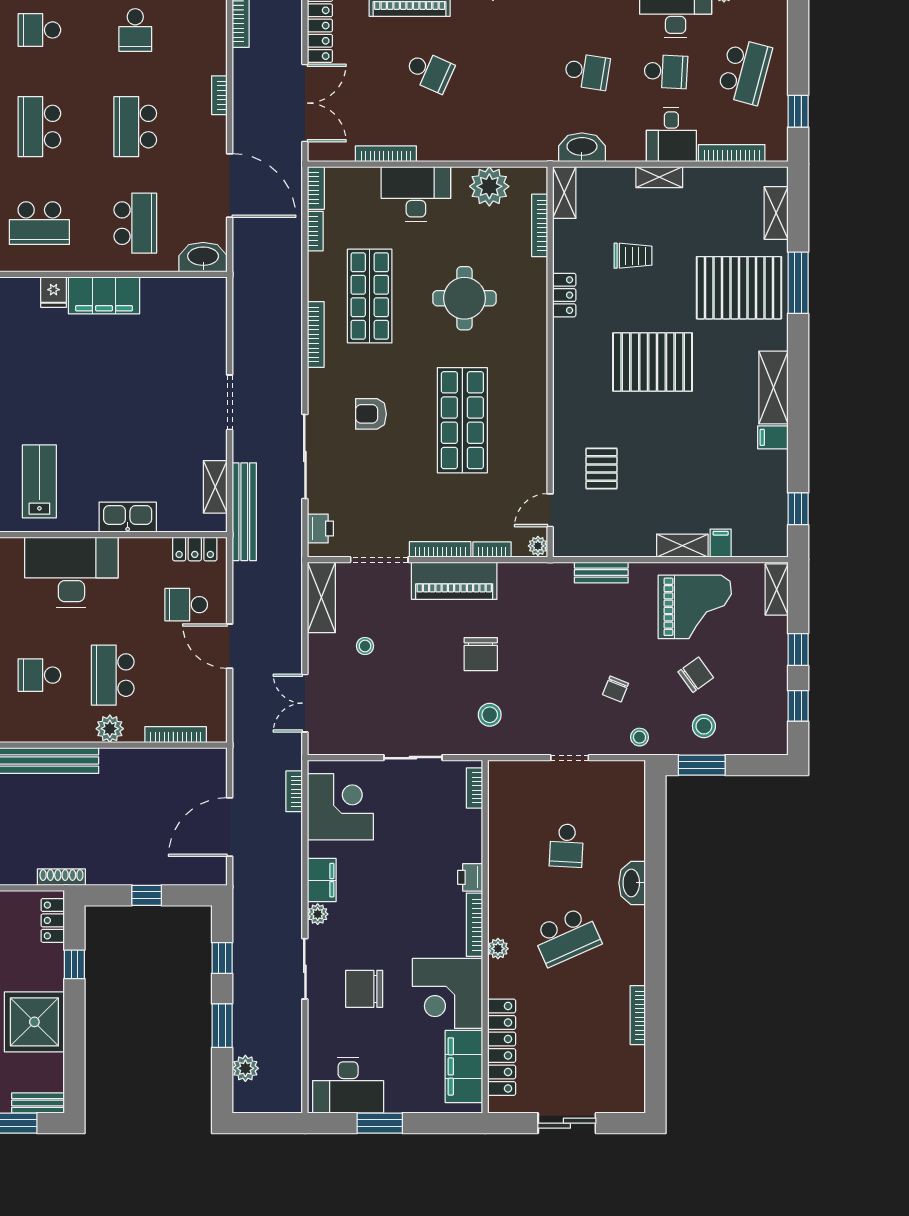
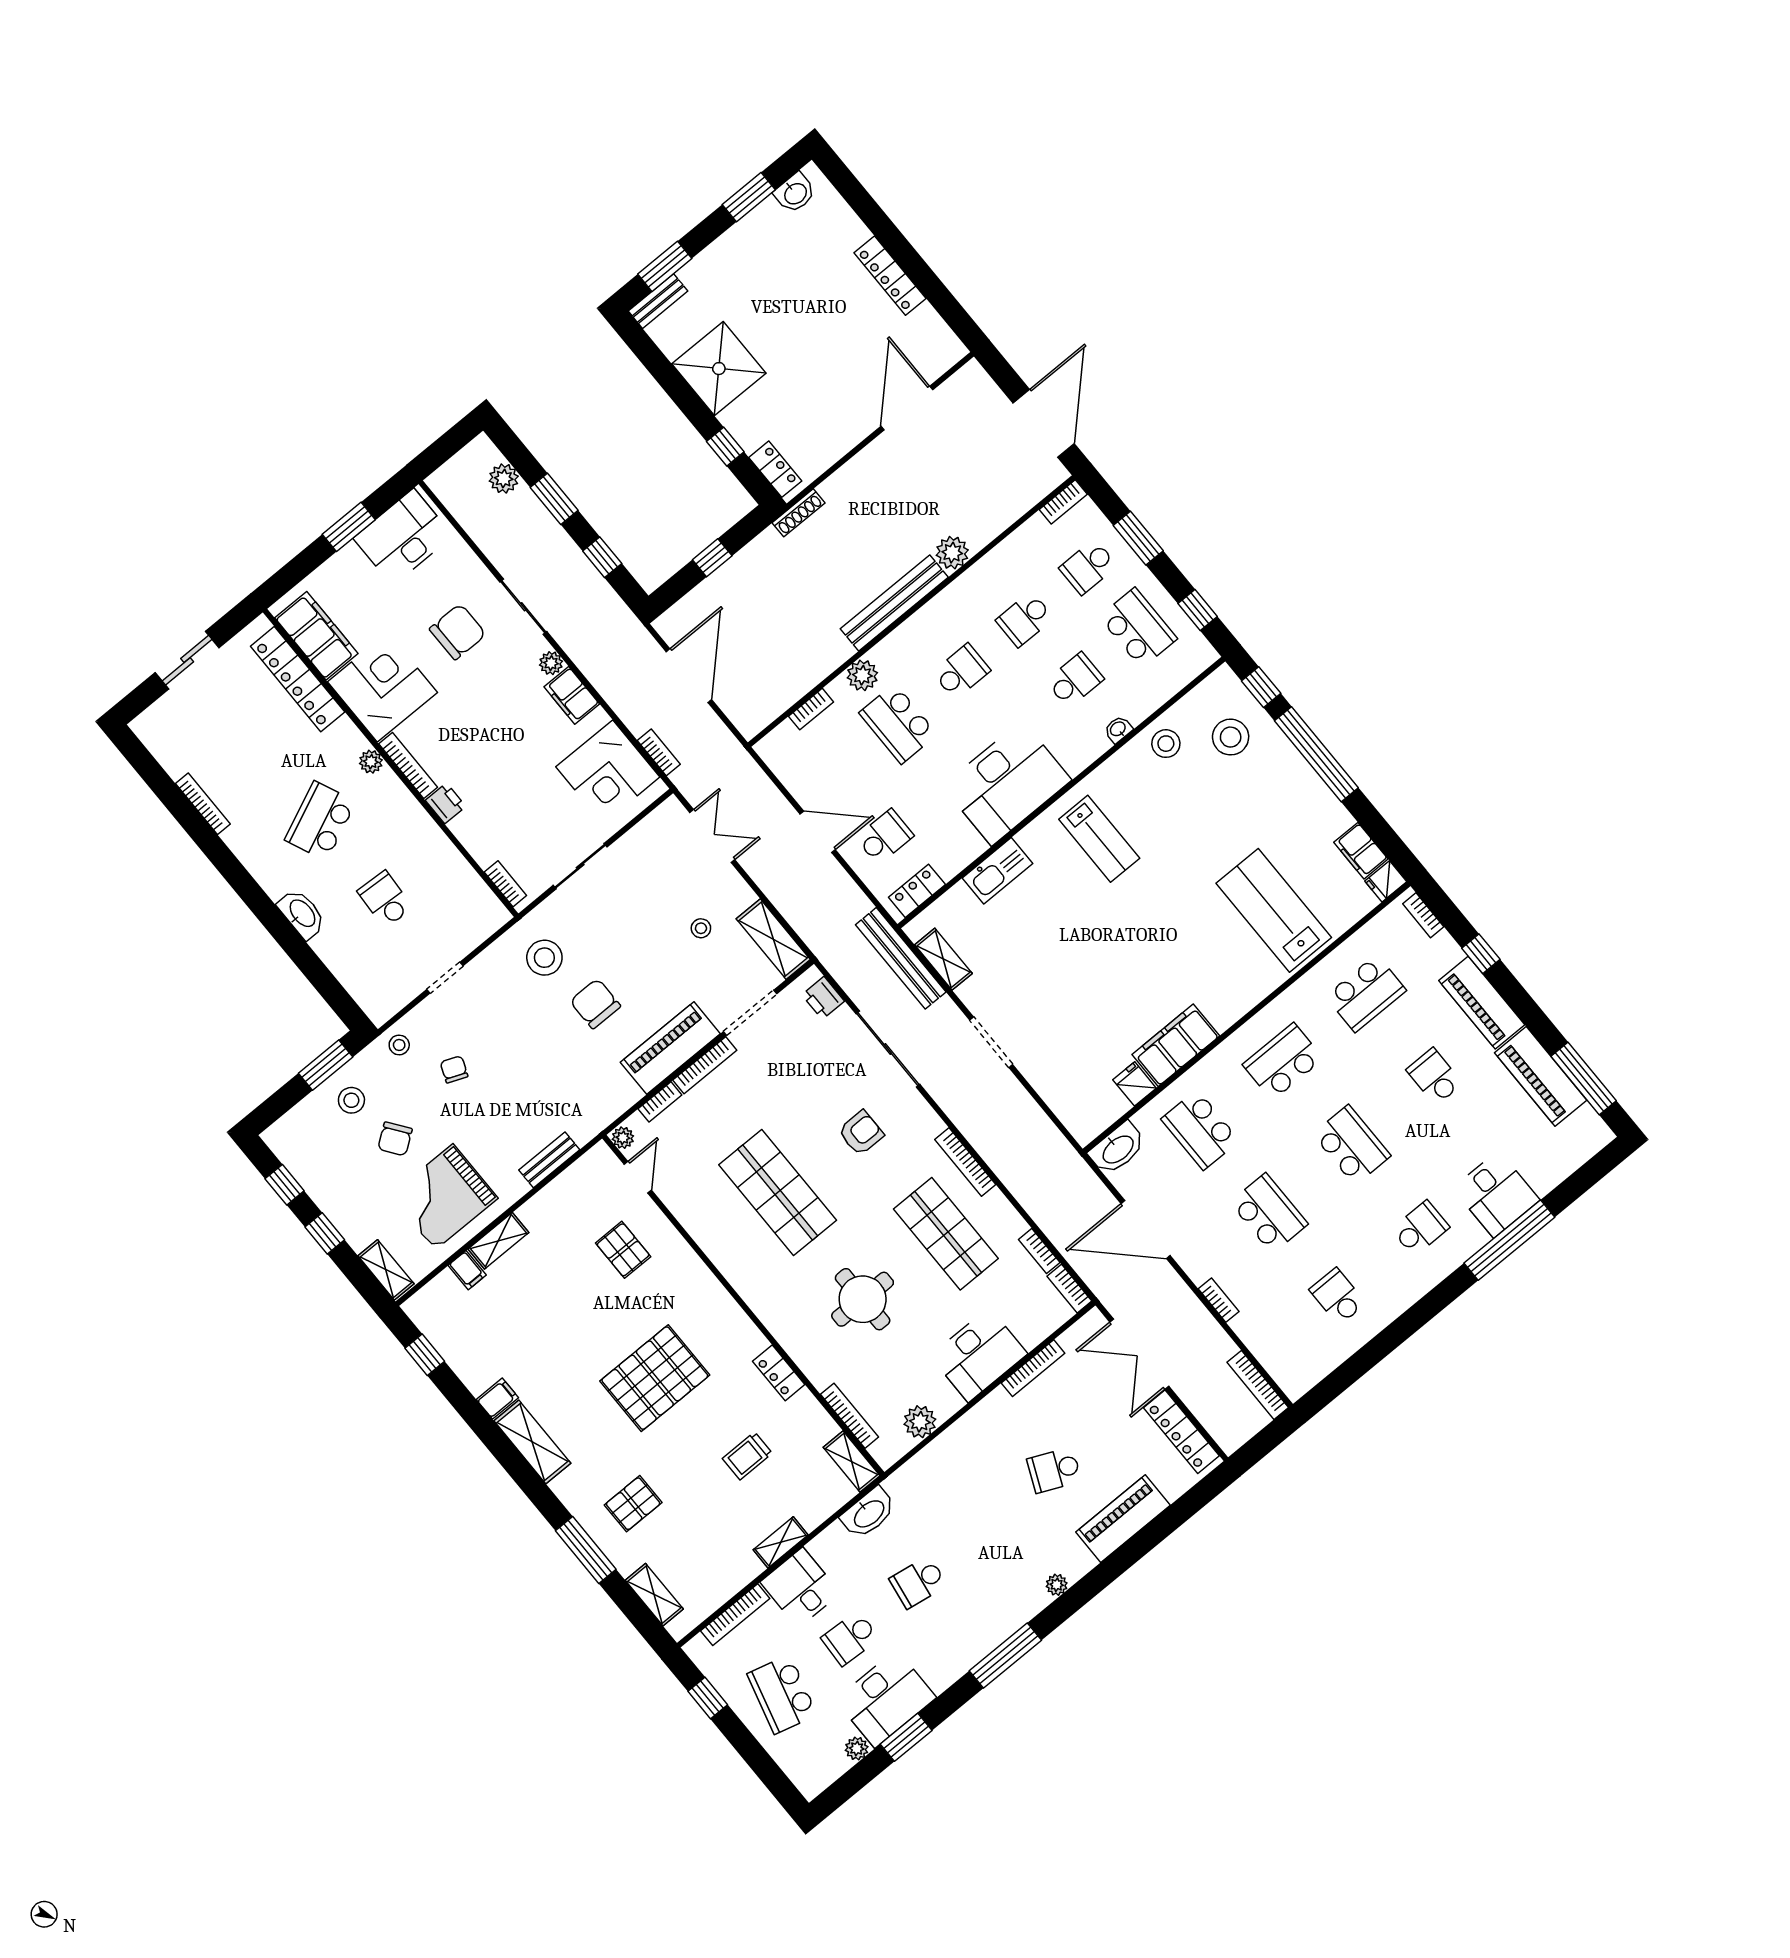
plant: (489, 186) -> (920, 1422), width x0.73, depth x0.73
pallet: (739, 288) -> (633, 1504), width x0.49, depth x0.50
fridge: (54, 292) -> (1135, 1084), moved
school desk: (113, 675) -> (898, 724), turned 180
stool: (490, 715) -> (544, 958), width x1.38, depth x1.38
bookcase: (176, 735) -> (811, 709), width x0.64

